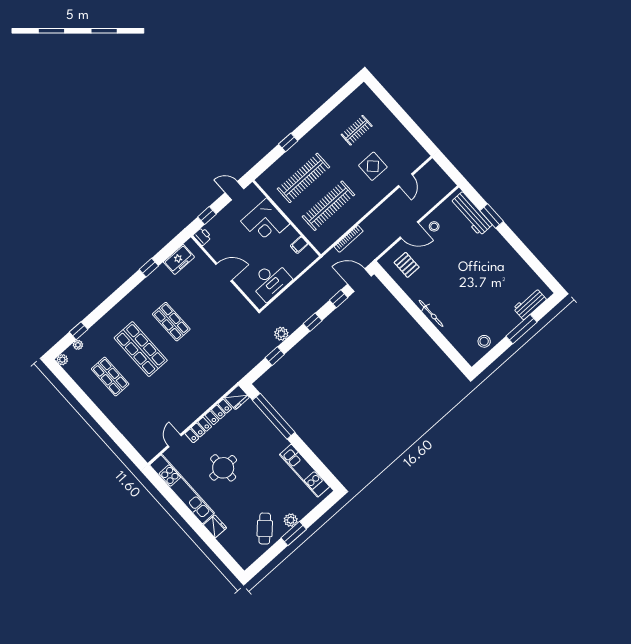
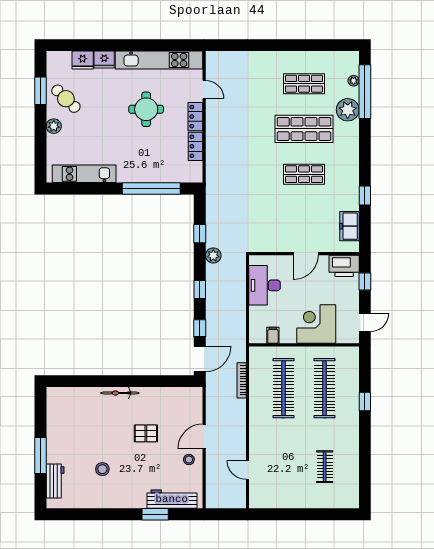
display table: (373, 166) -> (283, 454), removed
printer: (202, 236) -> (344, 266), width x1.87, depth x1.48
pallet: (407, 265) -> (146, 433), moved
window: (79, 331) -> (365, 92), width x3.17
stool: (484, 341) -> (102, 469), moved
plant: (62, 360) -> (348, 110), moved, width x1.88, depth x1.88
fridge: (237, 397) -> (83, 60), moved, turned -90
window: (294, 533) -> (41, 91), moved

